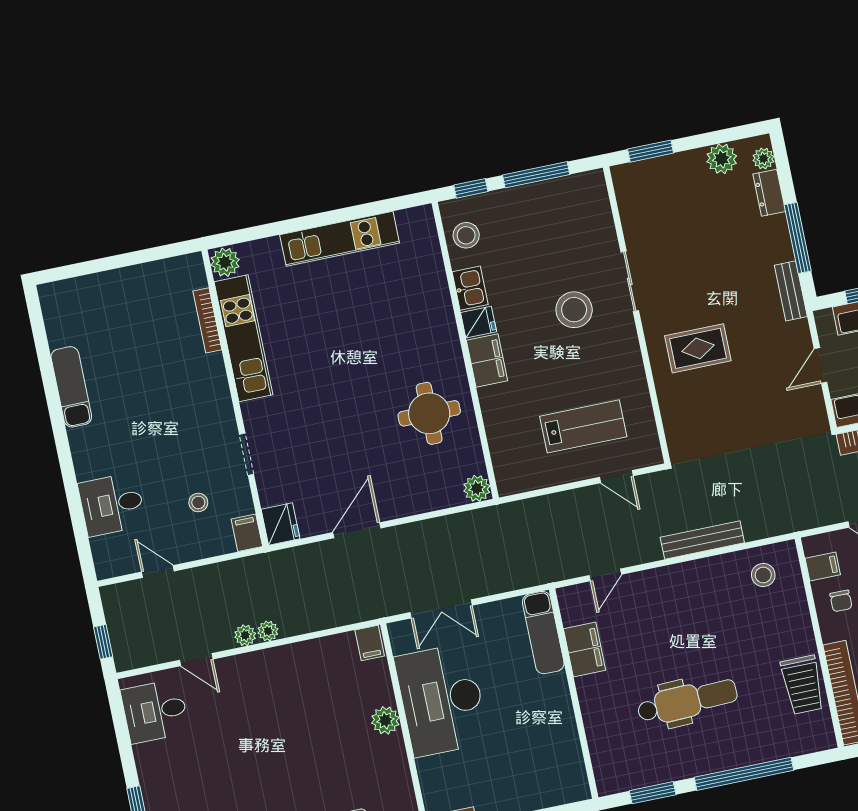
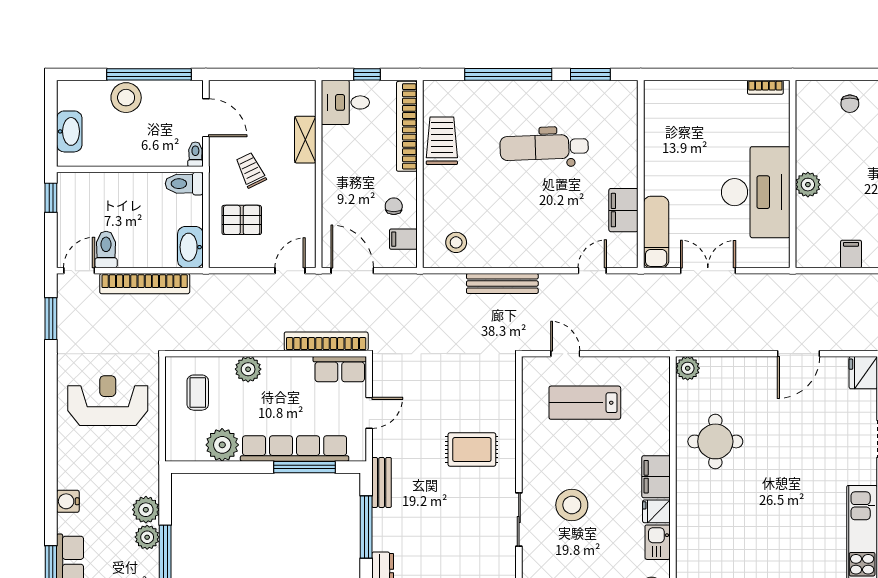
double door: (441, 609) -> (708, 271), moved
filing cabinet: (370, 643) -> (851, 254), moved

